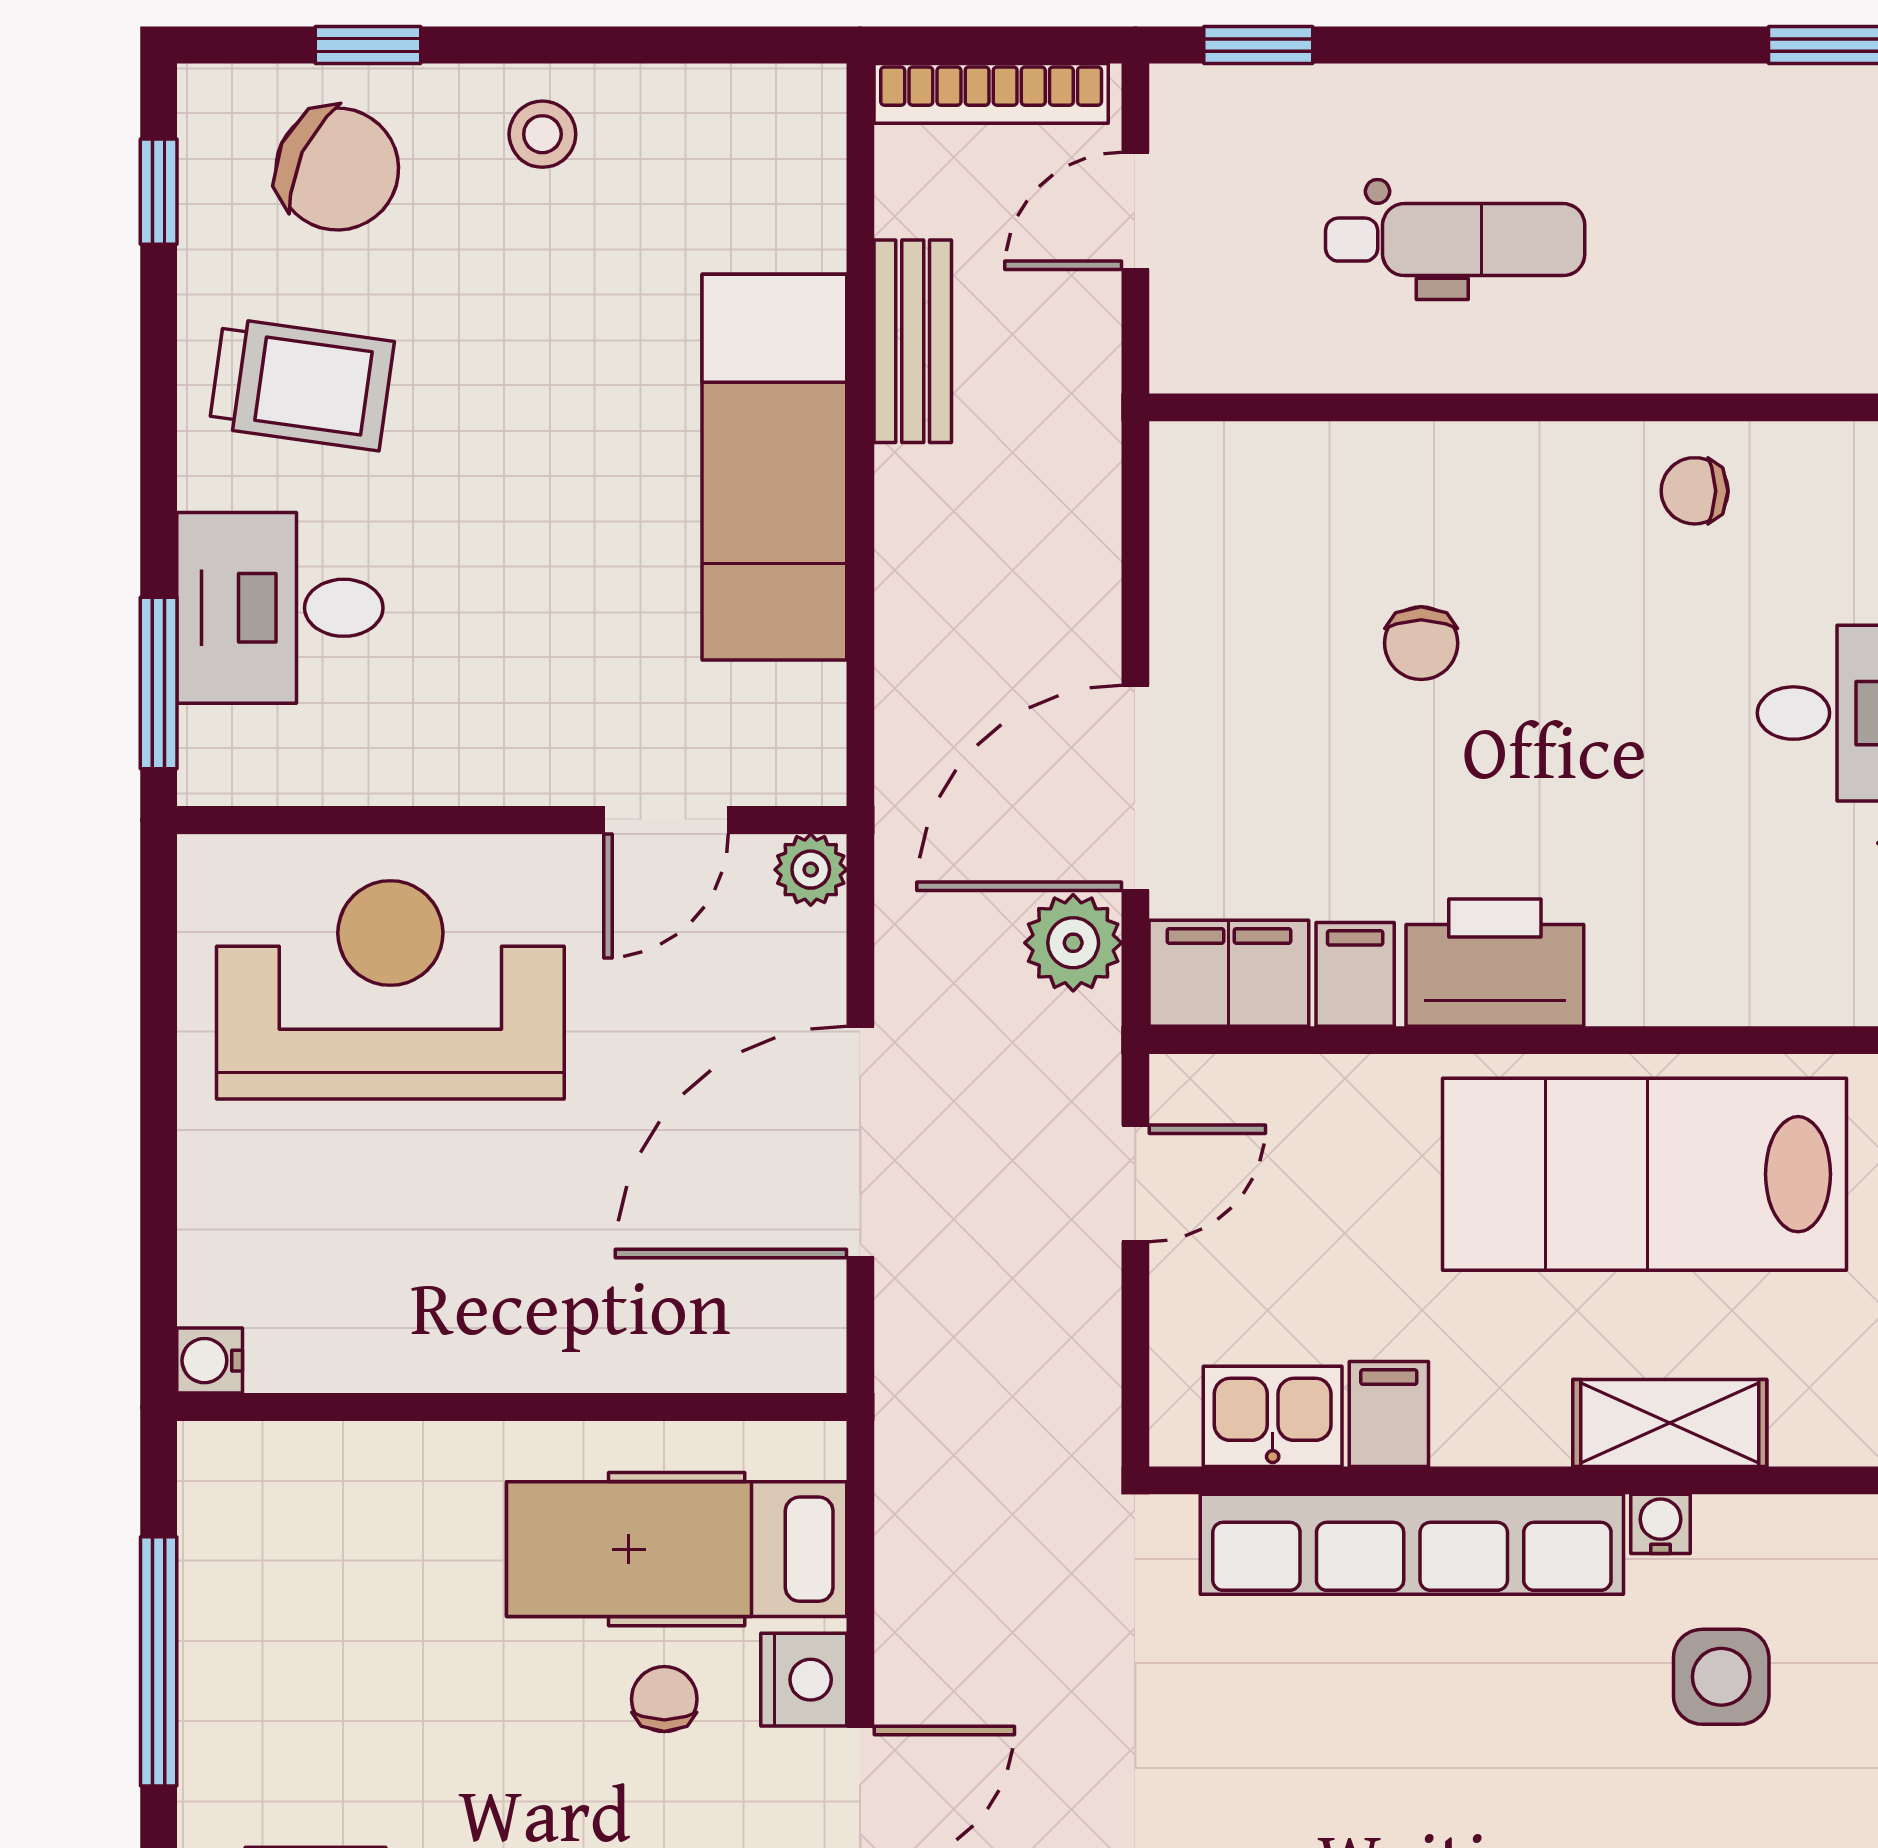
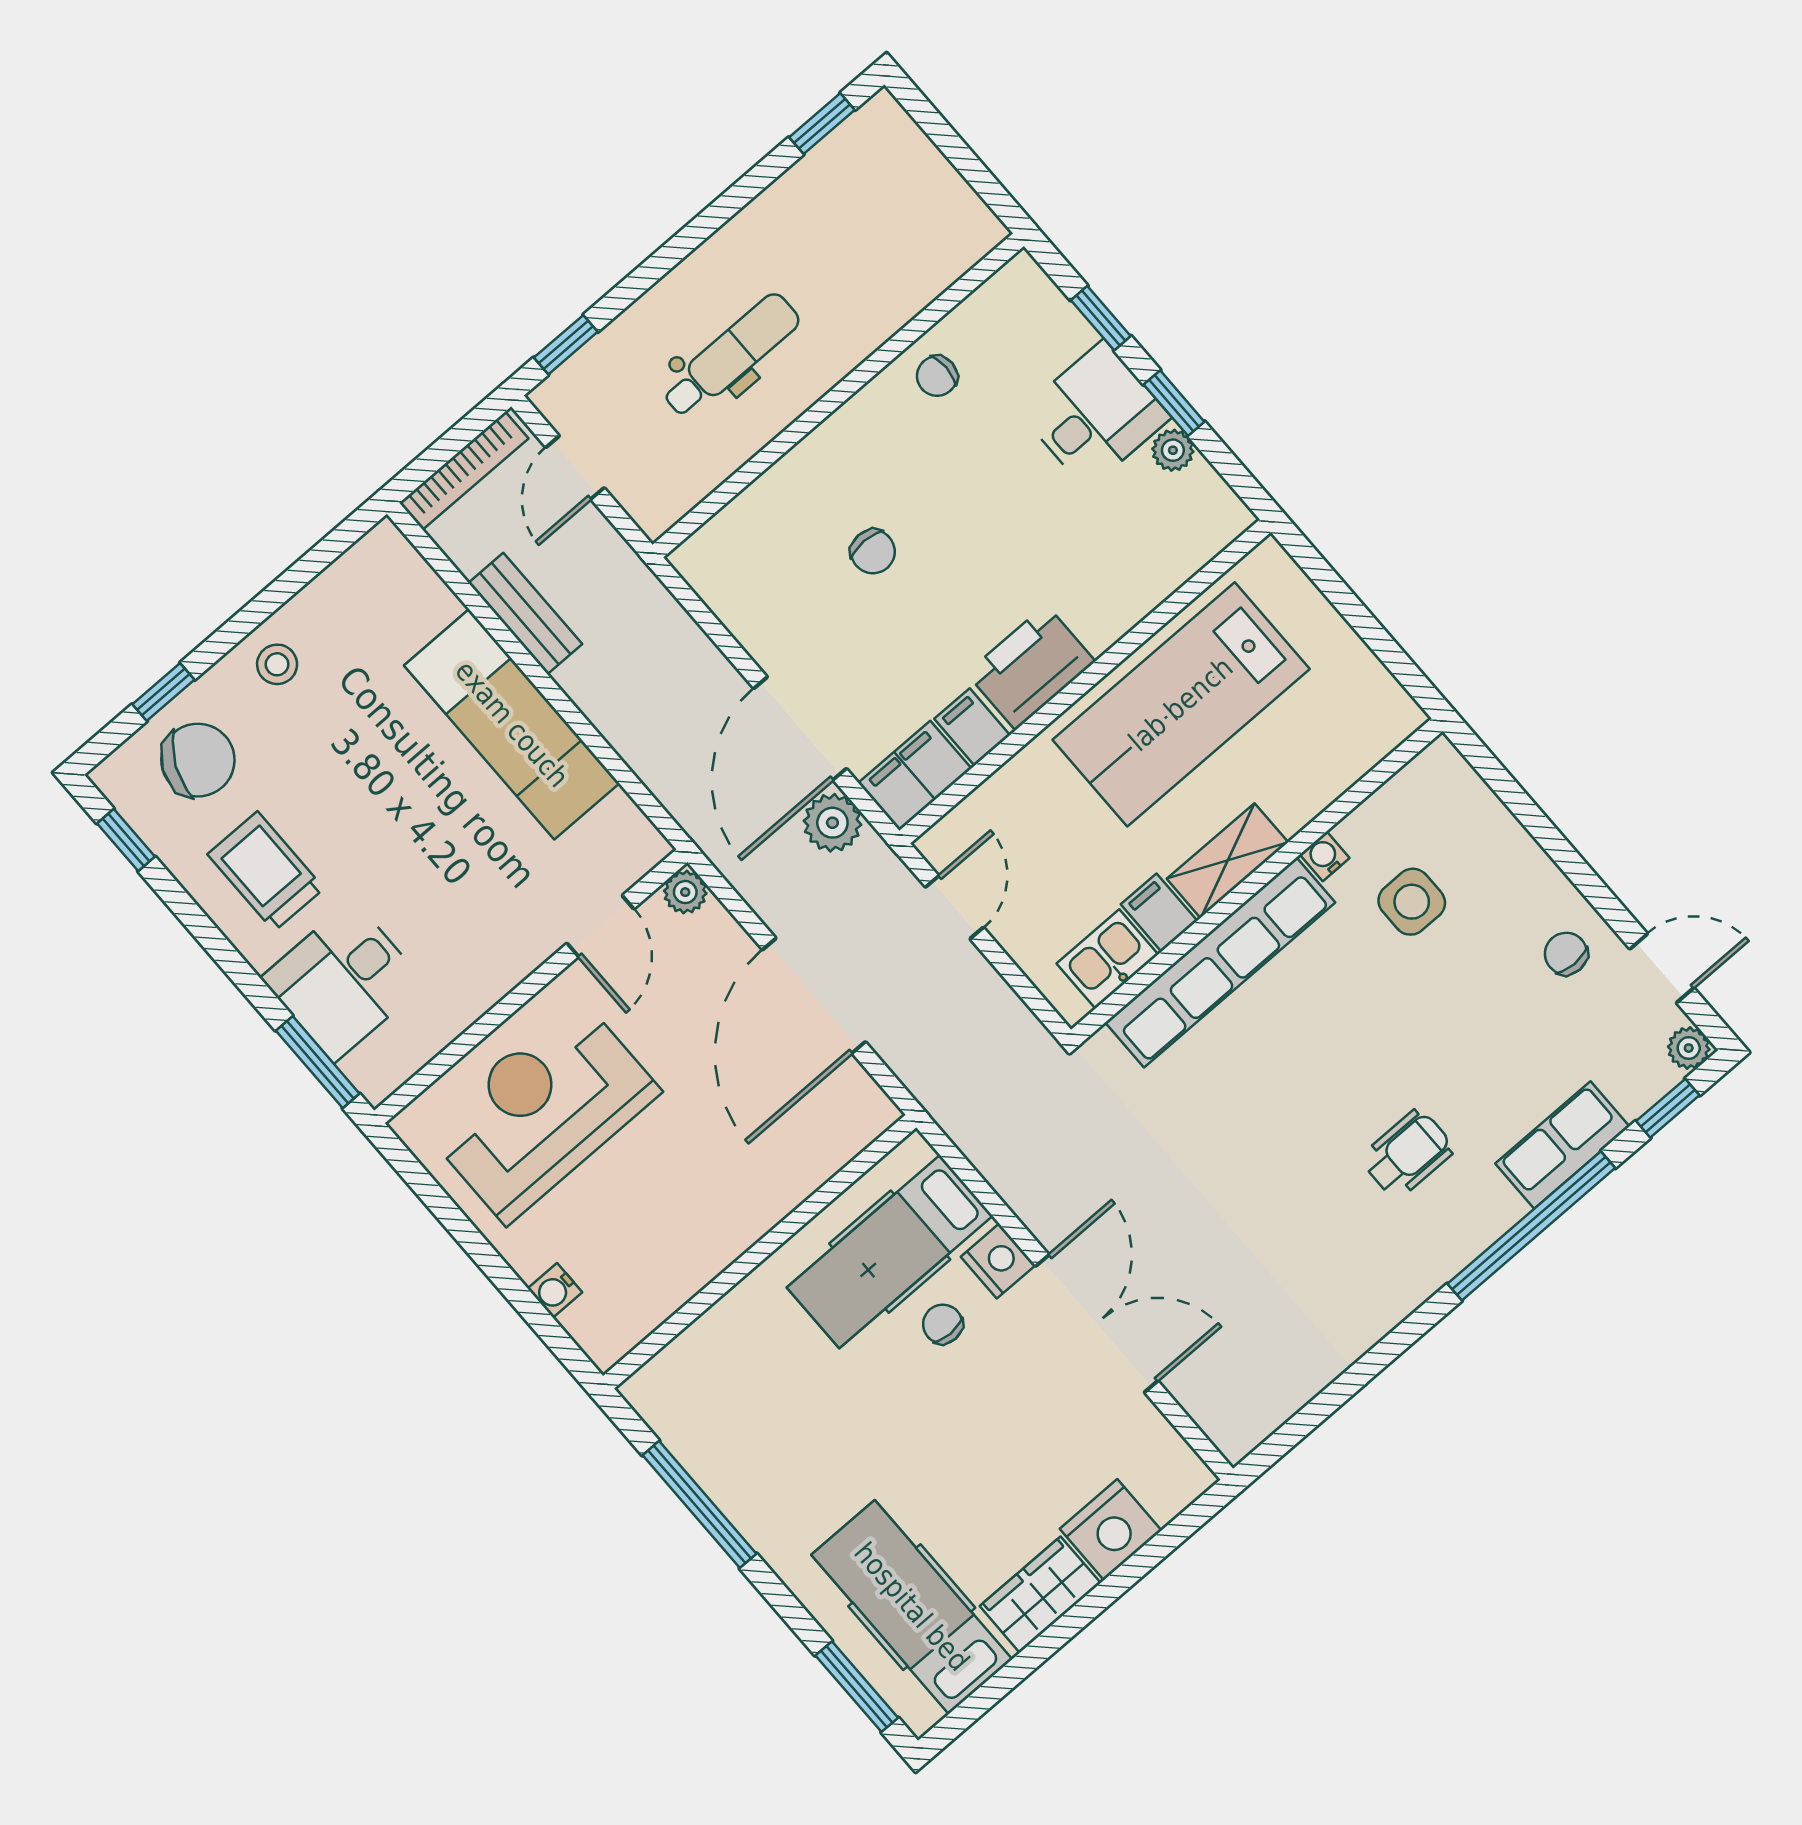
trolley: (302, 384) -> (266, 871), turned -98
water cooler: (210, 1361) -> (555, 1290), moved
shelving: (1670, 1423) -> (1227, 861), moved

